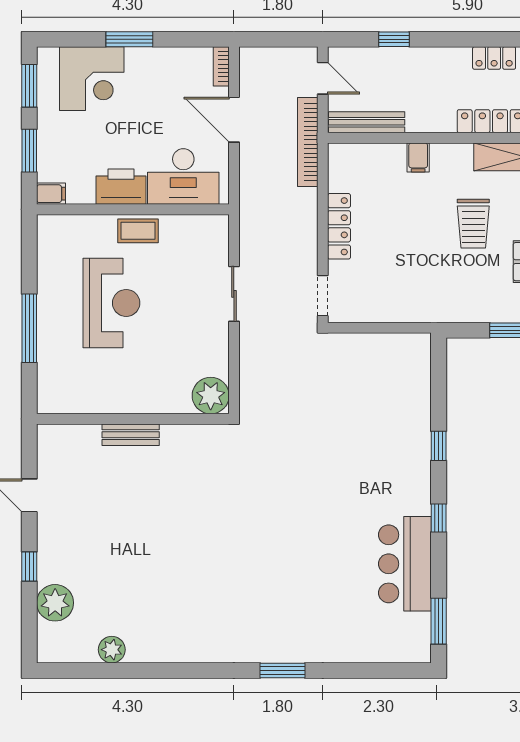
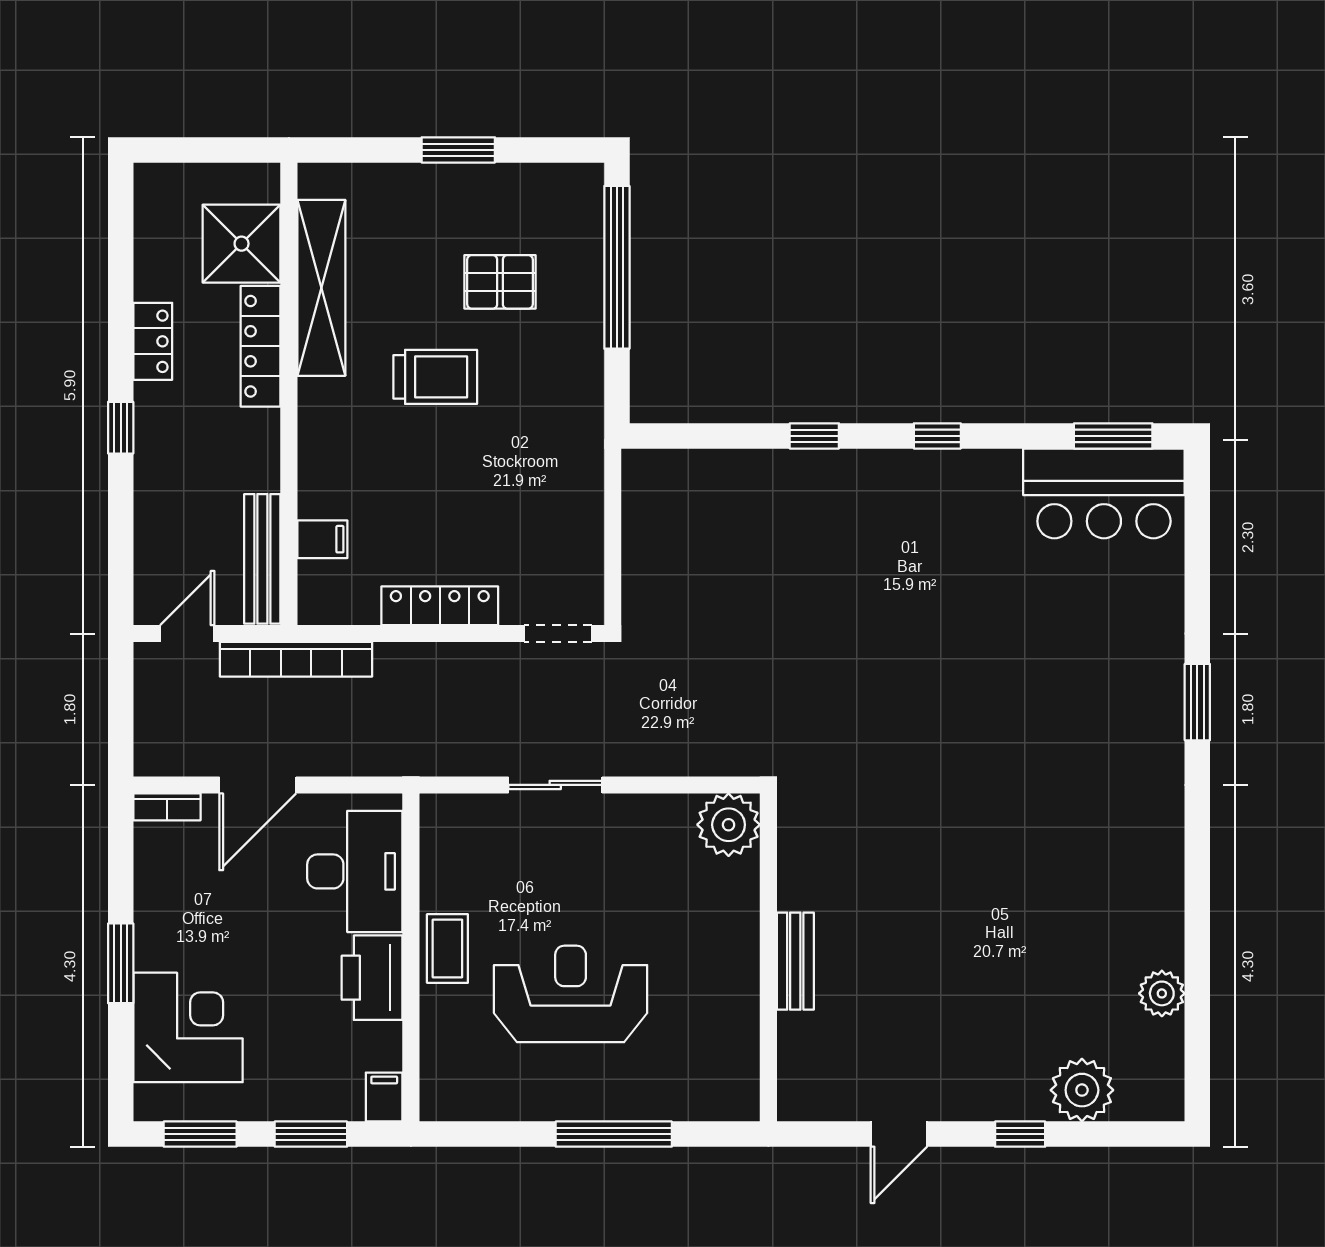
window: (394, 39) -> (121, 428), moved
filing cabinet: (418, 157) -> (322, 539), moved
bar counter: (405, 564) -> (1104, 493), moved

